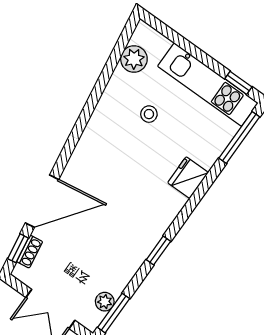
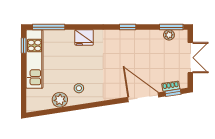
plant: (134, 59) -> (60, 100), moved
stool: (149, 114) -> (79, 88), moved

